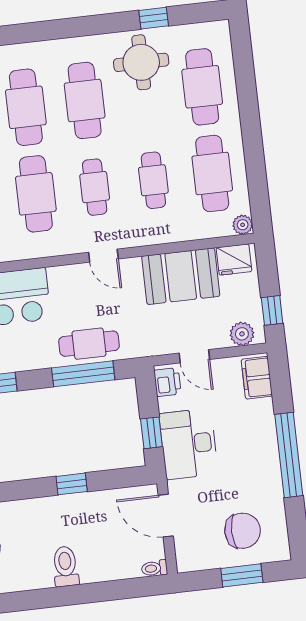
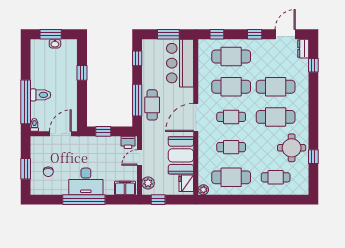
cafe table: (202, 87) -> (276, 177), width x0.73, depth x0.74
door: (103, 256) -> (196, 117), width x1.88
desk: (189, 444) -> (86, 181), moved, turned 180
window: (72, 484) -> (82, 73), moved
chair: (243, 531) -> (48, 172), width x0.54, depth x0.54
toilet: (65, 566) -> (41, 95), moved
window: (112, 590) -> (26, 102), added

